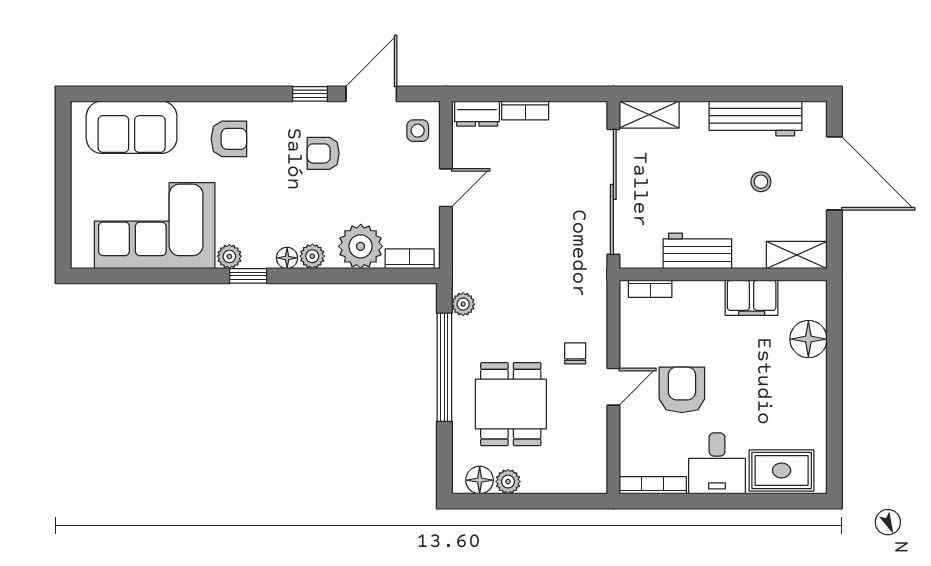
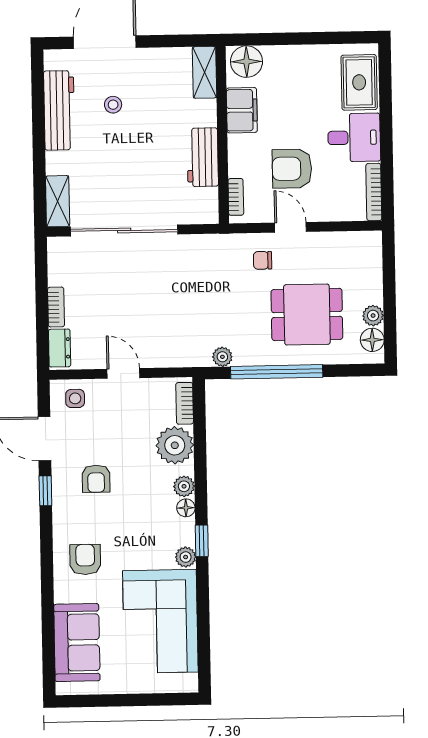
workbench: (697, 251) -> (203, 157), moved
shelving: (797, 255) -> (205, 72), moved
wall: (723, 274) -> (222, 135), moved
bookcase: (650, 289) -> (236, 197), moved
filing cabinet: (752, 298) -> (242, 110), moved

